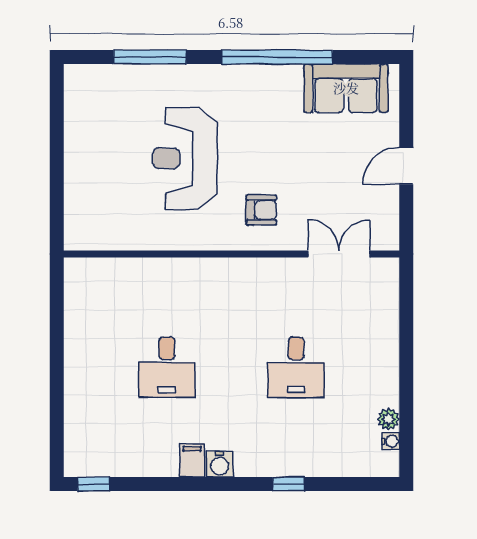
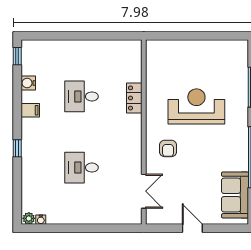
locker: (170, 271) -> (134, 98), added
plant: (388, 419) -> (29, 218), moved
water cooler: (220, 464) -> (28, 83), moved
window: (288, 484) -> (17, 148), moved

